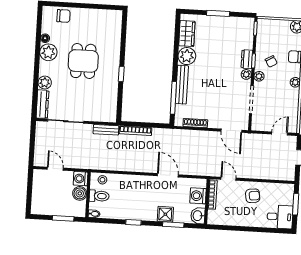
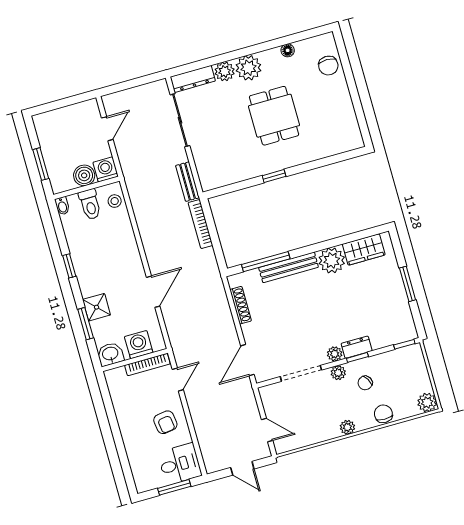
plant: (48, 52) -> (248, 68), moved
dining table: (83, 61) -> (274, 116), turned 90
desk: (280, 217) -> (180, 464), moved, turned -90

